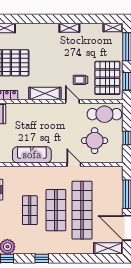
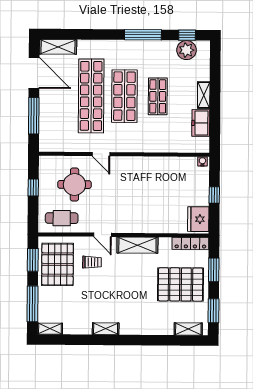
cafe table: (104, 114) -> (62, 218), width x0.73, depth x0.74
sofa: (32, 155) -> (155, 167), removed
window: (42, 258) -> (143, 35), width x2.17

